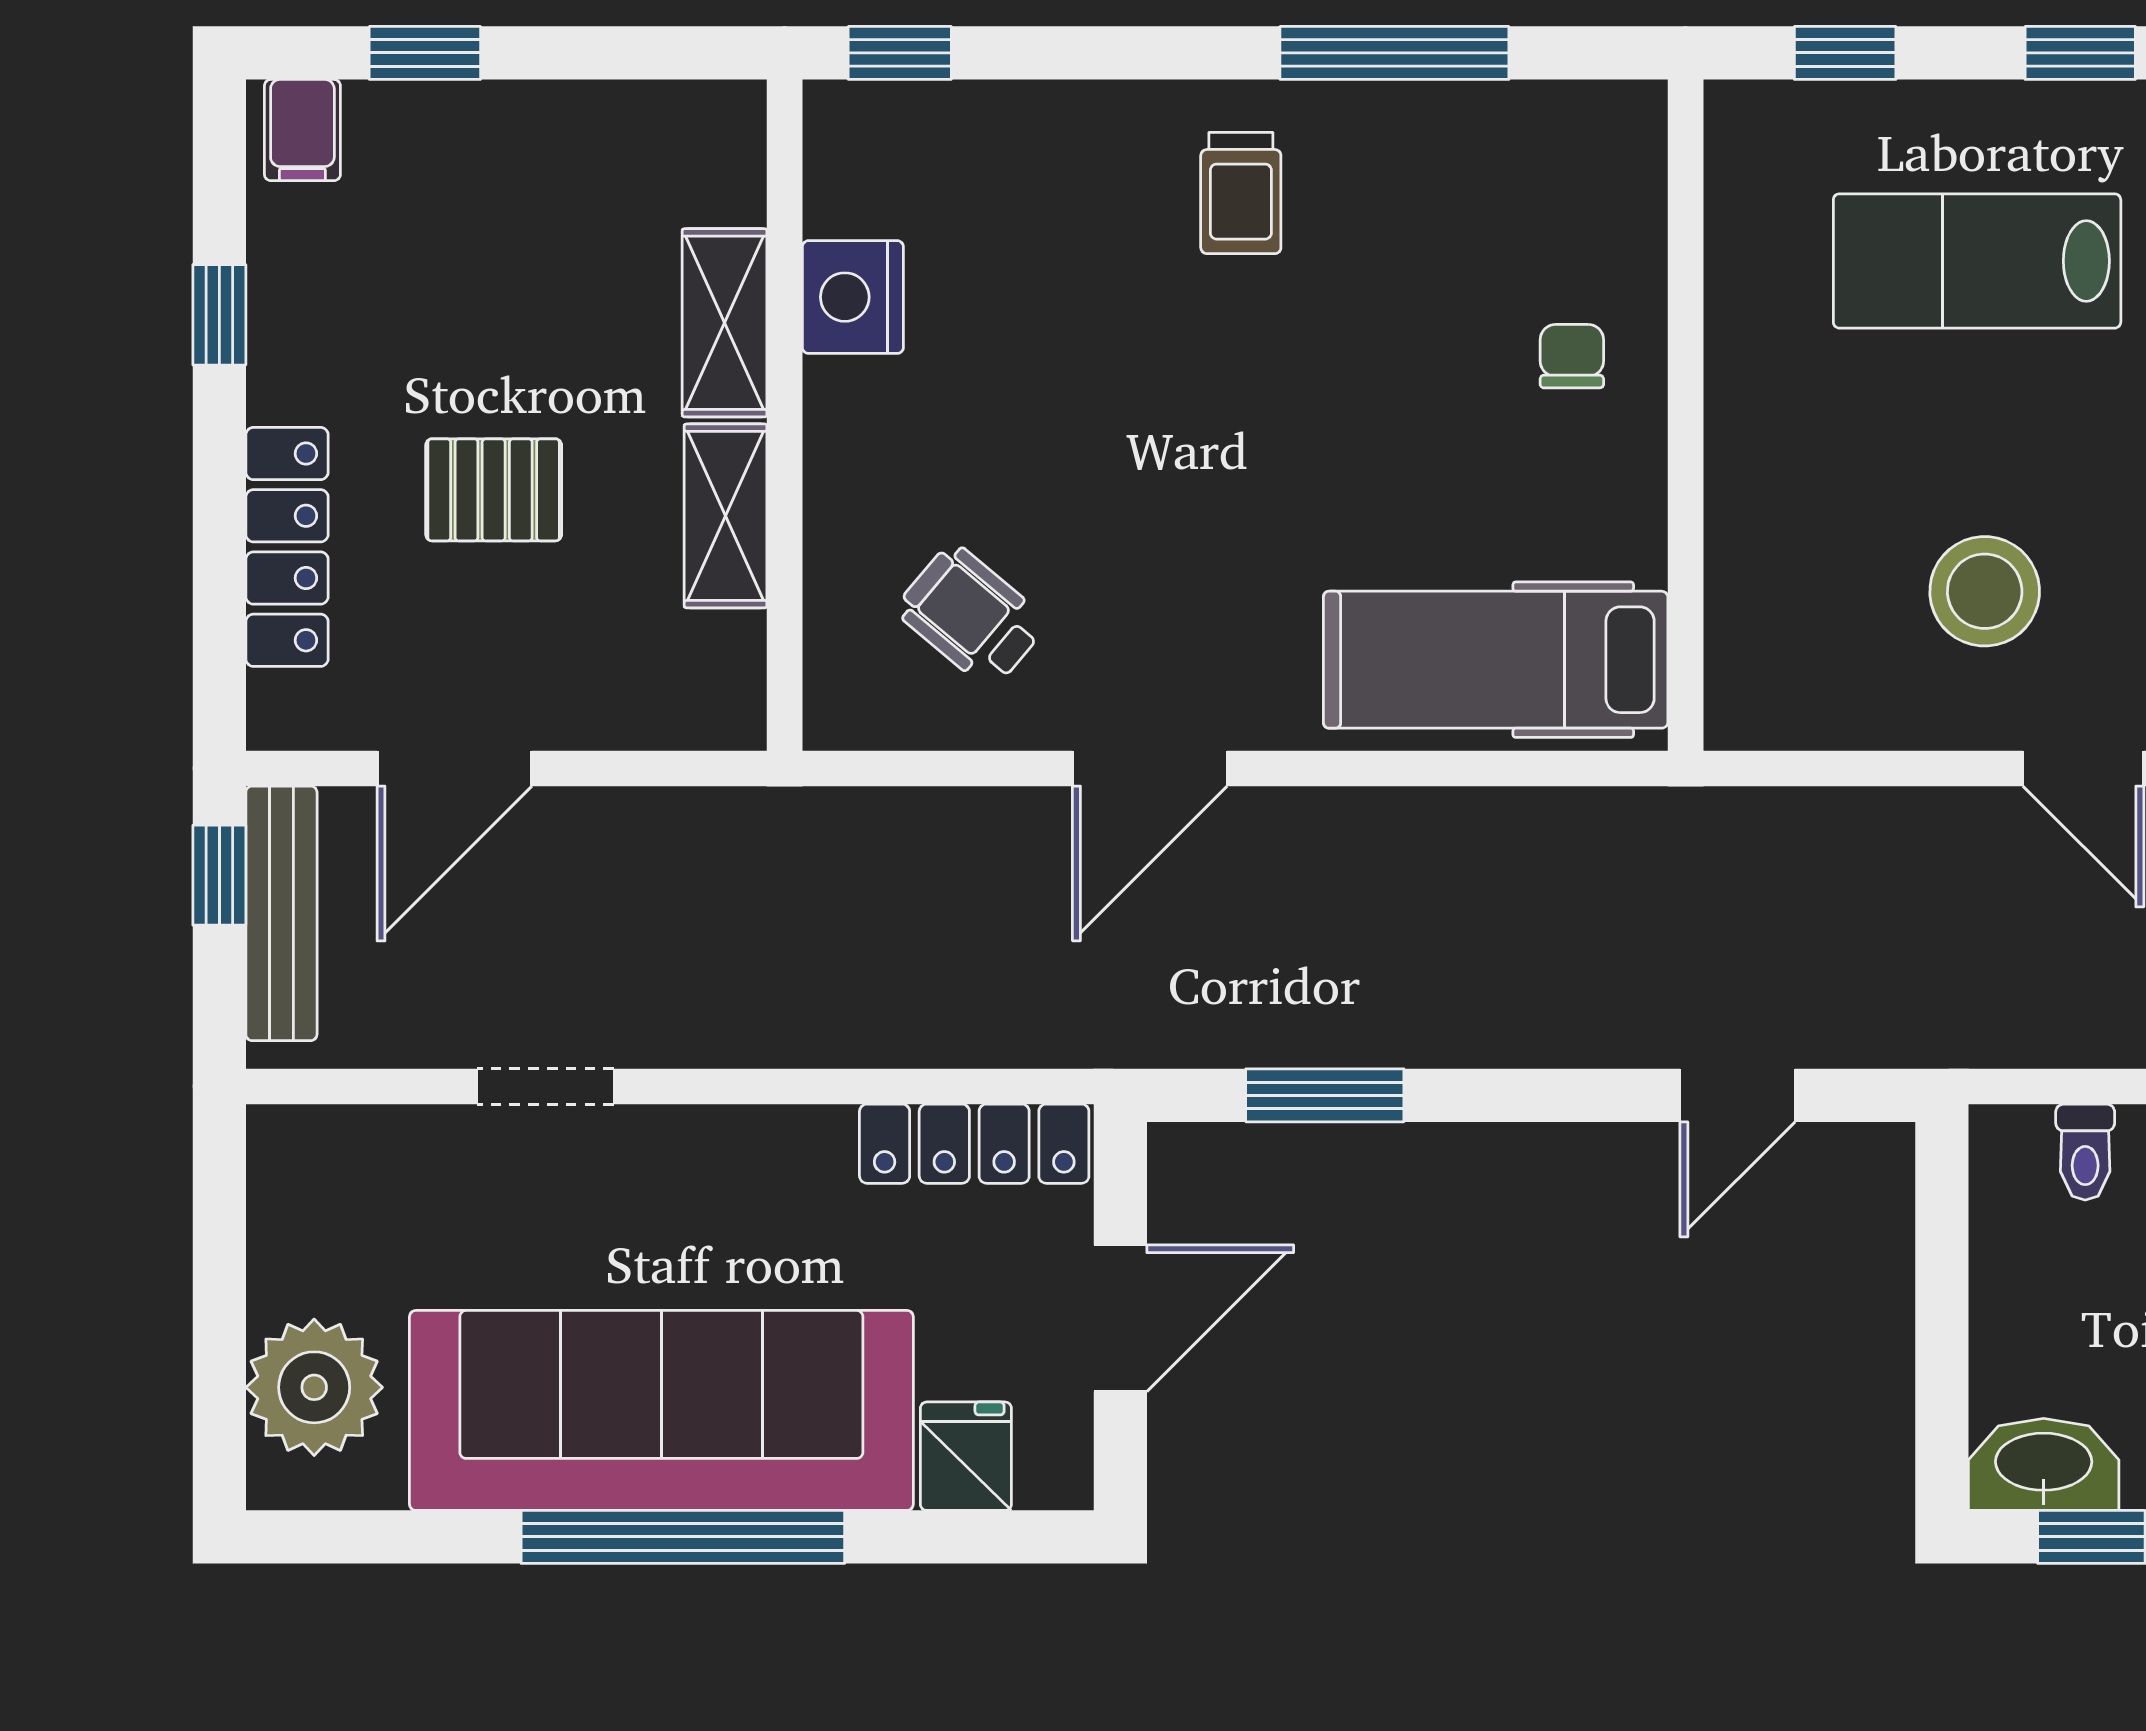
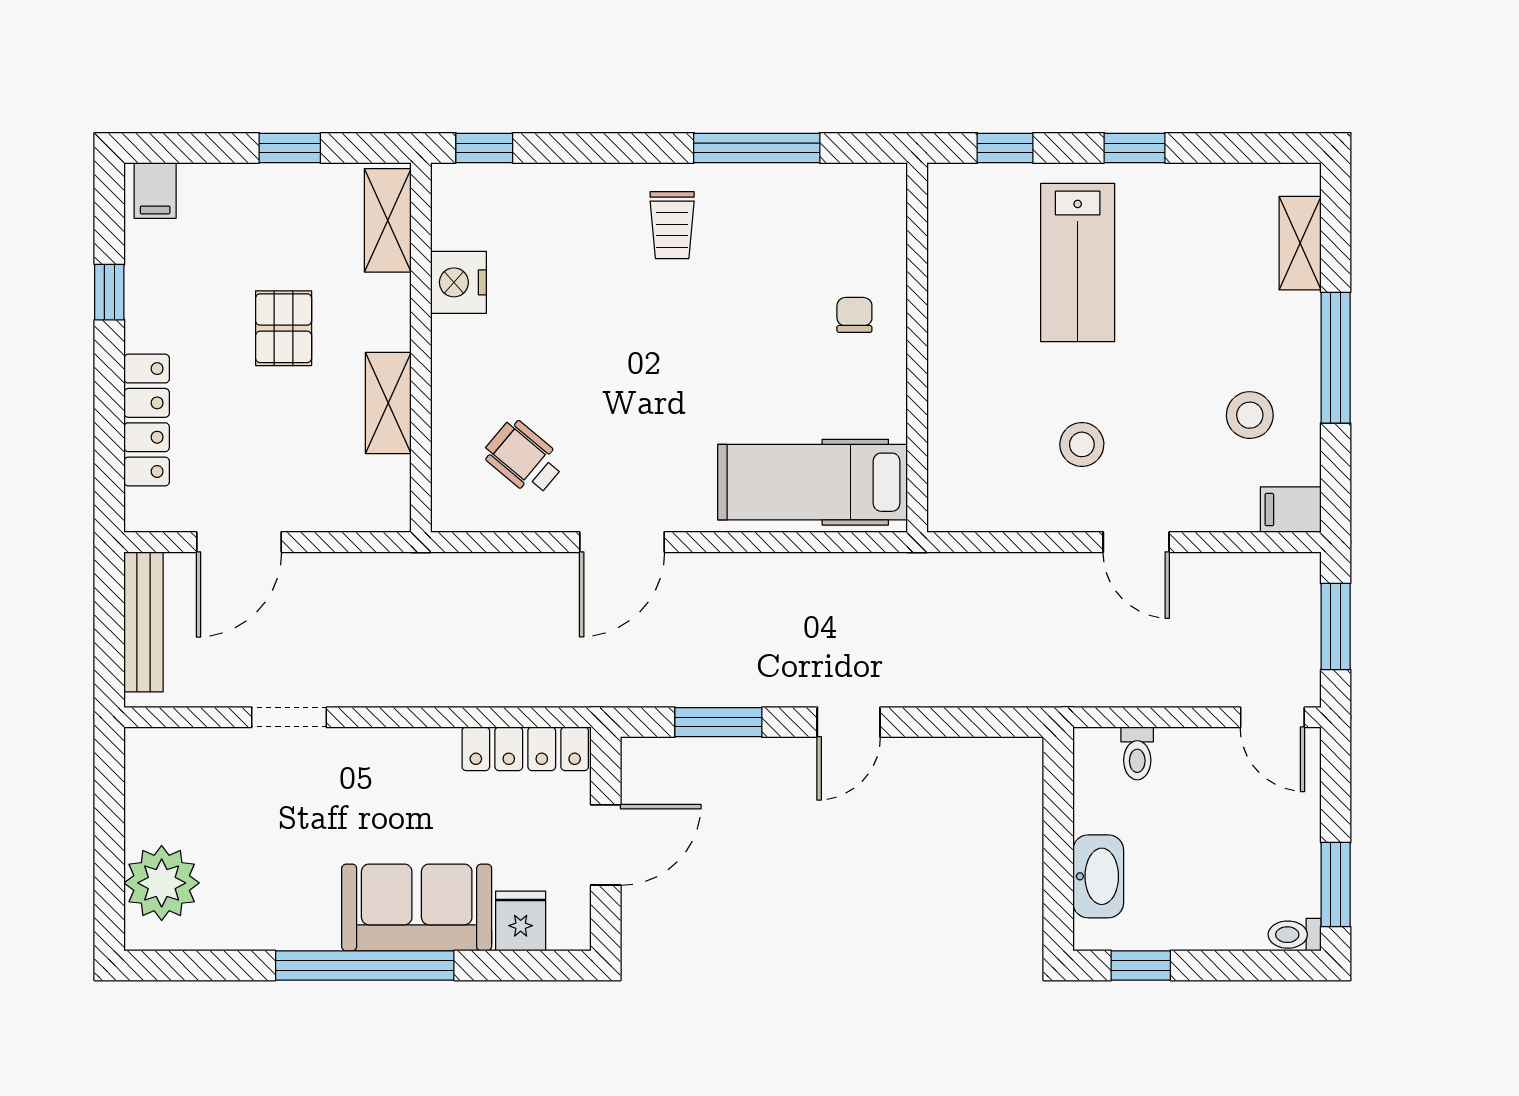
window: (425, 53) -> (290, 148), moved
lab bench: (1977, 261) -> (1078, 263), turned -90
shelving: (725, 323) -> (388, 220), moved
pallet: (494, 490) -> (284, 328), moved, turned 90
stool: (1985, 591) -> (1082, 444), width x0.73, depth x0.73
window: (219, 875) -> (109, 601), removed
door: (1737, 1095) -> (849, 722), moved
sofa: (661, 1410) -> (417, 907), width x0.54, depth x0.79
washbasin: (2044, 1464) -> (1098, 876), moved, turned 90

